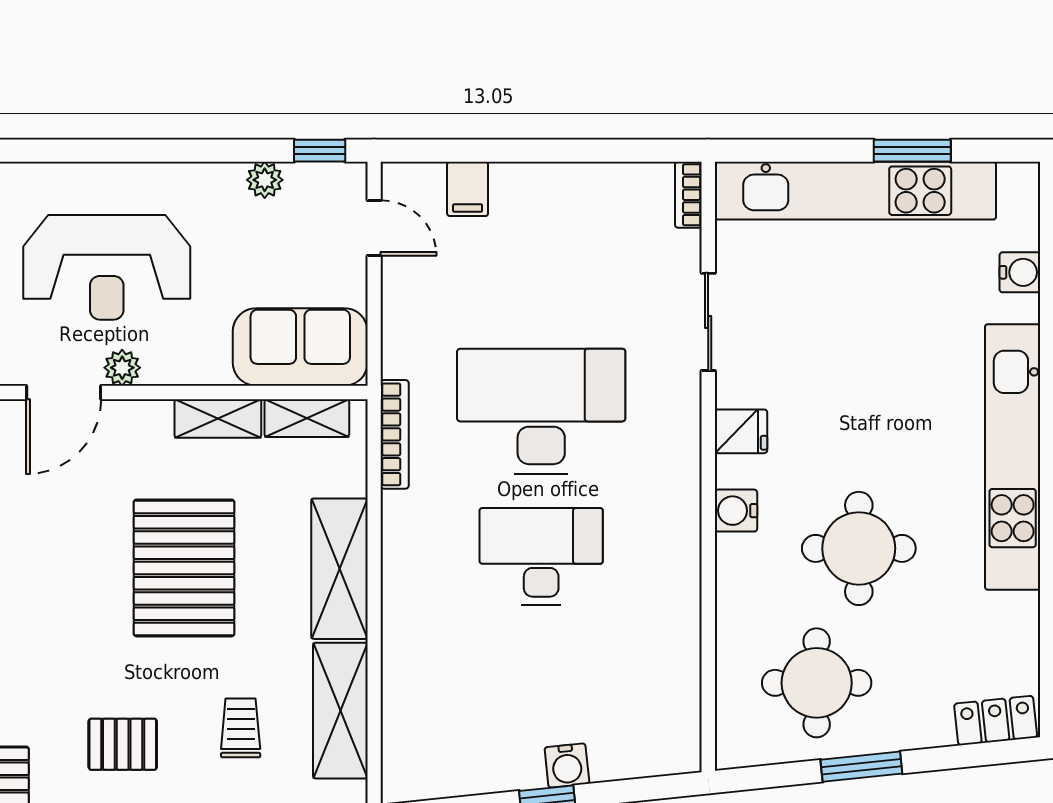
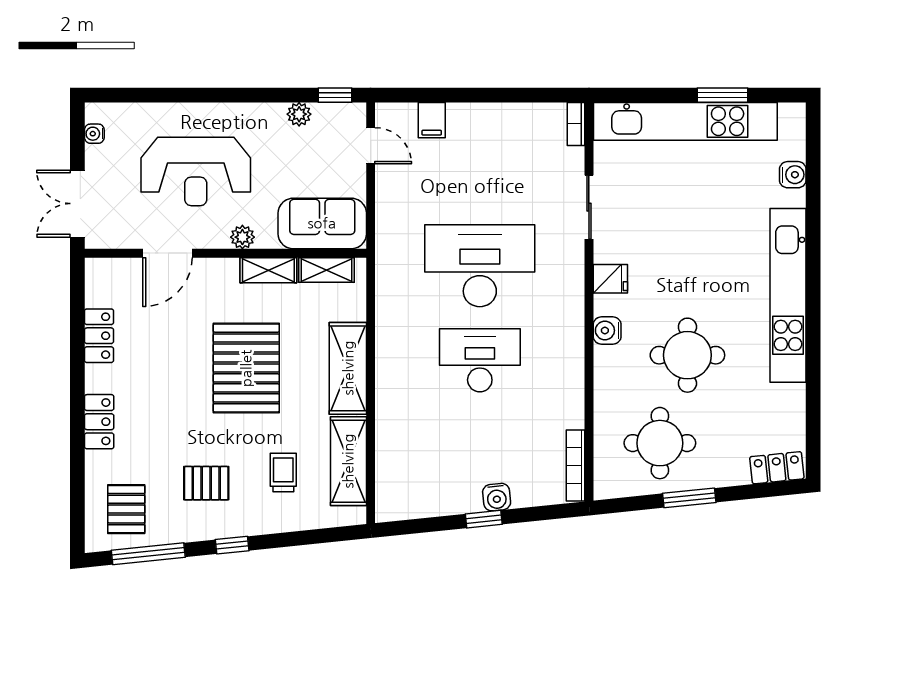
plant: (122, 368) -> (242, 237), moved
bookcase: (395, 434) -> (576, 465), moved, turned 180

